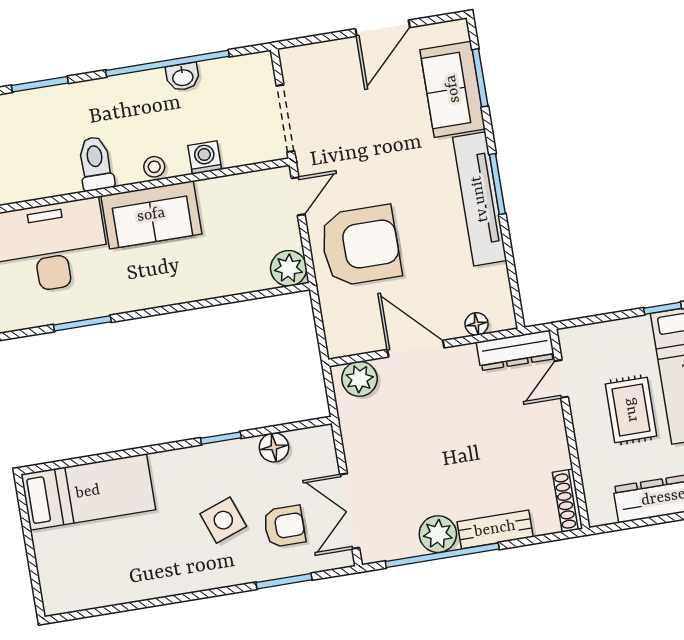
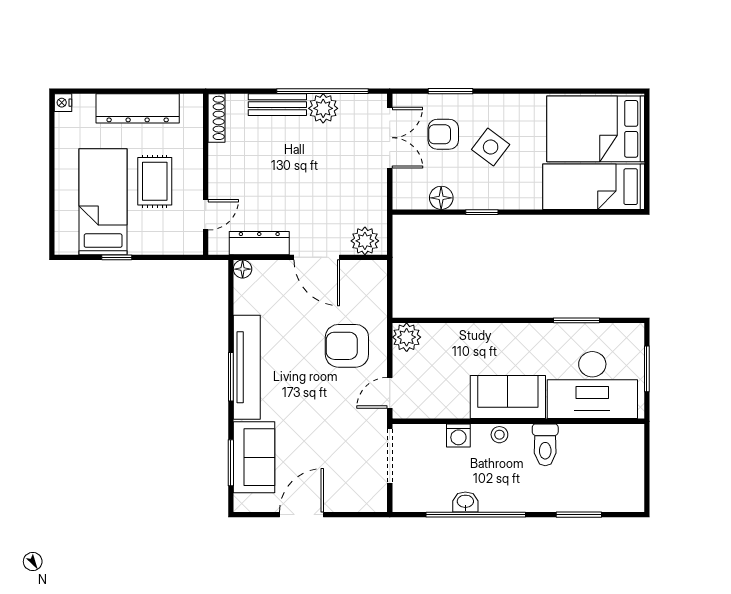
armchair: (360, 246) -> (347, 346), width x0.73, depth x0.73
floor lamp: (477, 324) -> (243, 269), moved
dresser: (515, 350) -> (259, 243), moved
side table: (223, 520) -> (491, 147), turned -33
bed: (97, 564) -> (596, 129), added

